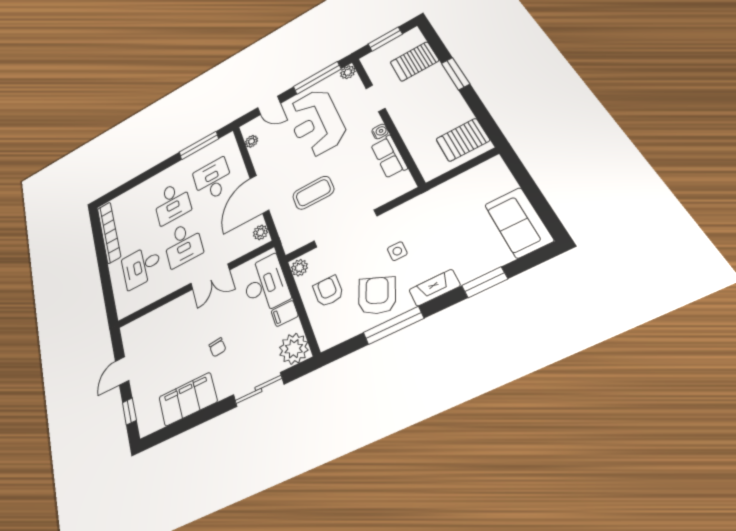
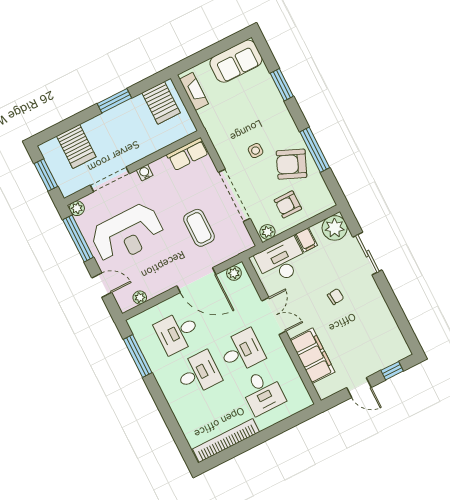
window: (456, 74) -> (114, 101), moved
doorway: (375, 98) -> (110, 179), width x1.38
door: (269, 105) -> (102, 285), hinge flipped
row of seats: (389, 156) -> (188, 154), moved
fireplace: (434, 288) -> (194, 91), moved, turned 180
filing cabinet: (188, 399) -> (312, 356), moved, turned 180

